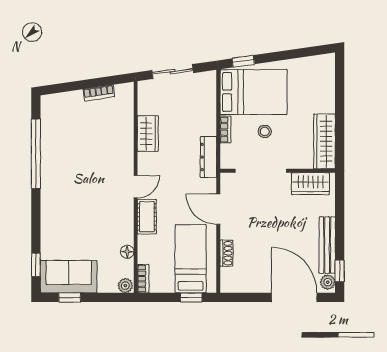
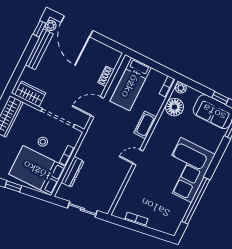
window: (243, 61) -> (13, 186), moved
wardrobe: (148, 134) -> (118, 178), removed
dresser: (208, 157) -> (73, 172), moved
corner sofa: (67, 186) -> (186, 170), added
door: (136, 187) -> (138, 157), moved
door: (218, 209) -> (97, 107), swing flipped
floor lamp: (127, 252) -> (174, 107), width x1.89, depth x1.89
window: (191, 297) -> (143, 59), removed

